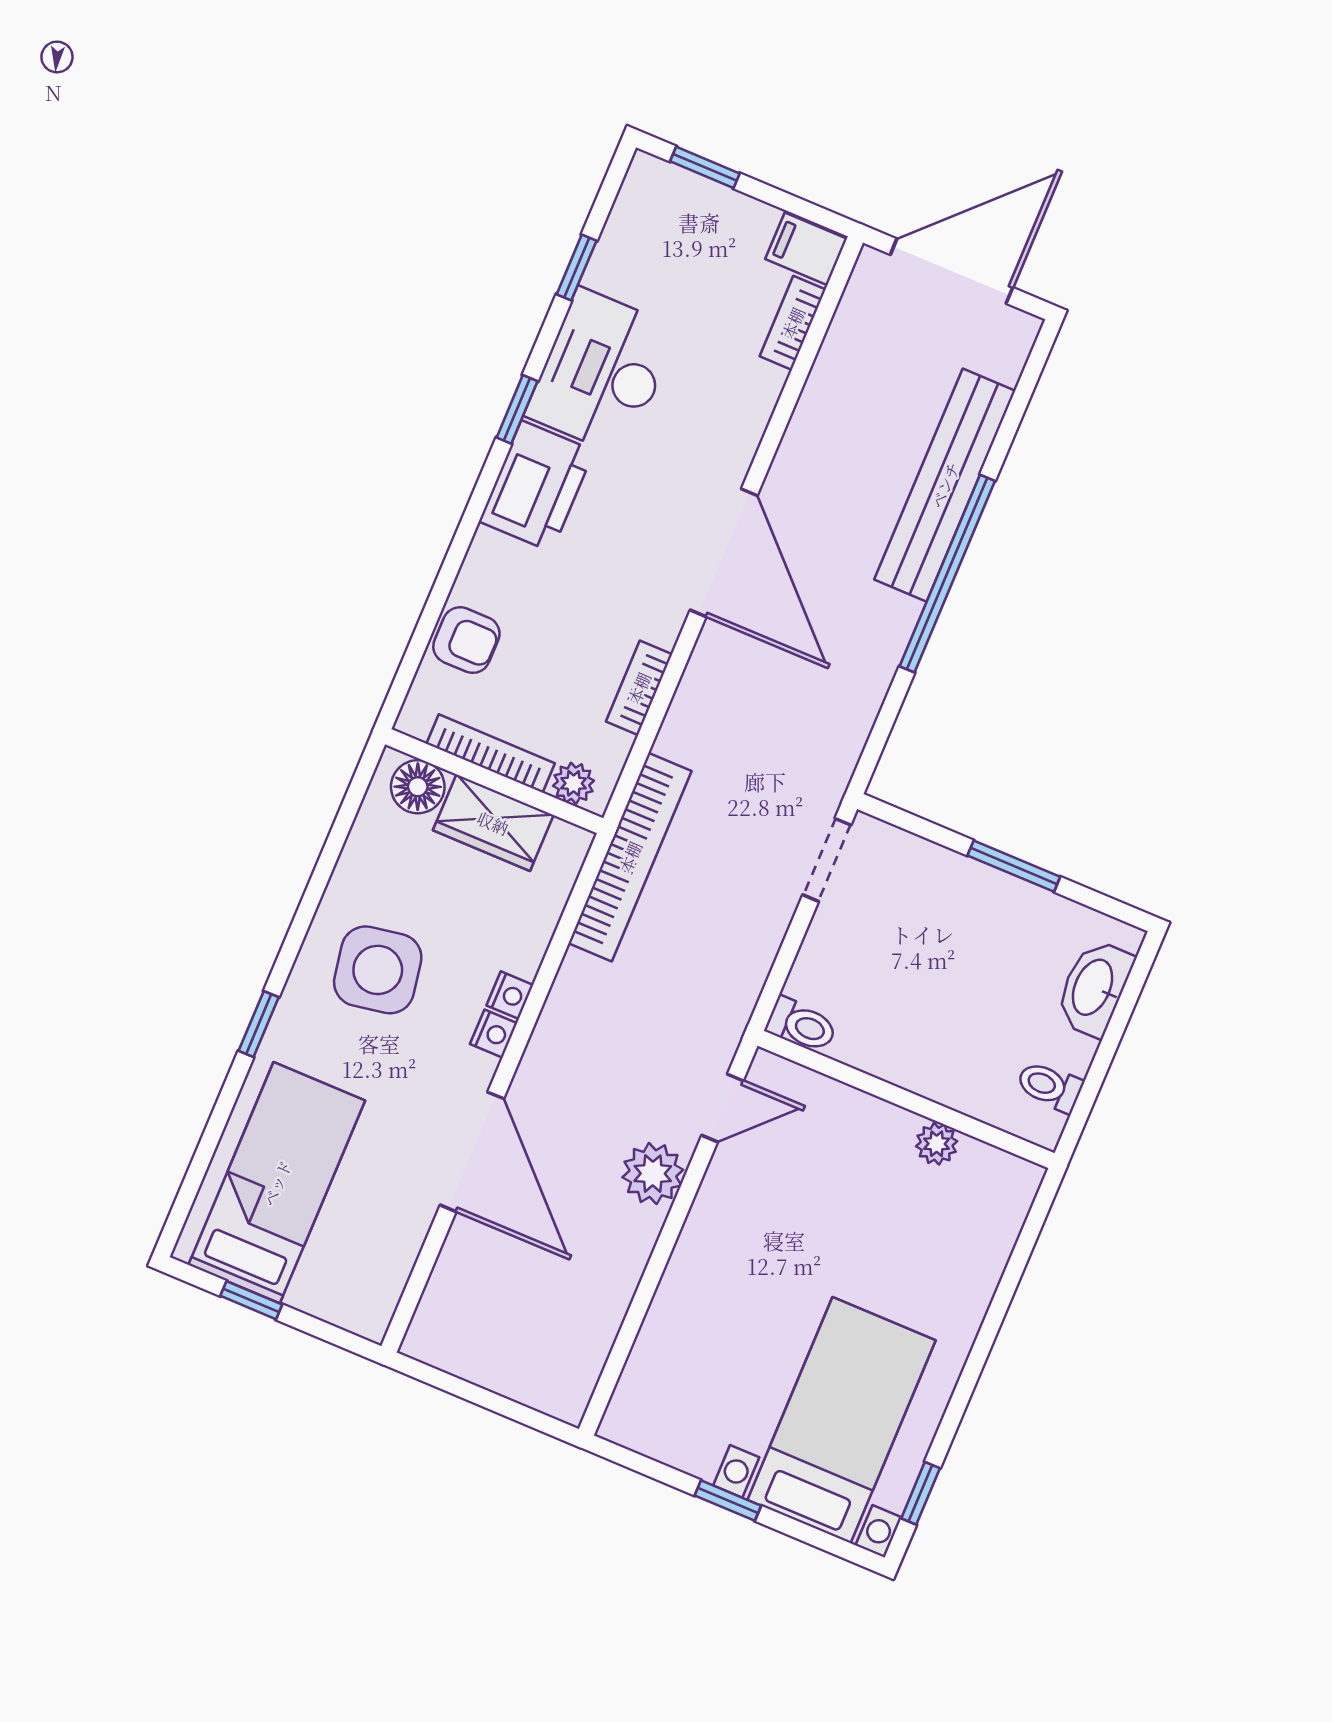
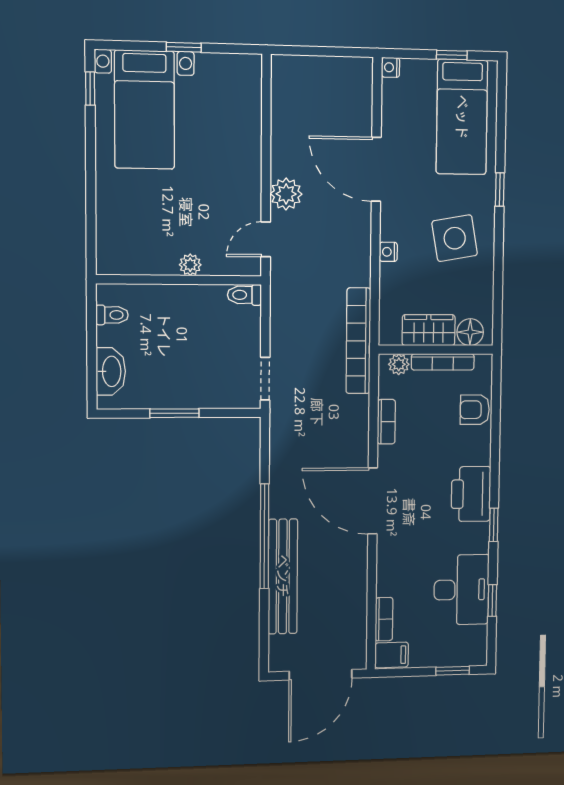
desk: (602, 372) -> (461, 590), moved
nightstand: (494, 1034) -> (390, 67), moved
plant: (937, 1144) -> (190, 265), moved

